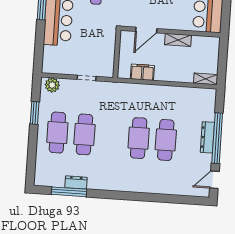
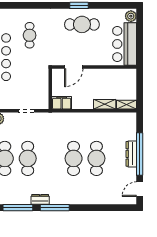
shelving: (178, 40) -> (105, 104), moved
filing cabinet: (142, 72) -> (62, 103), moved
dresser: (76, 182) -> (40, 199), moved
window: (112, 195) -> (55, 208), added

